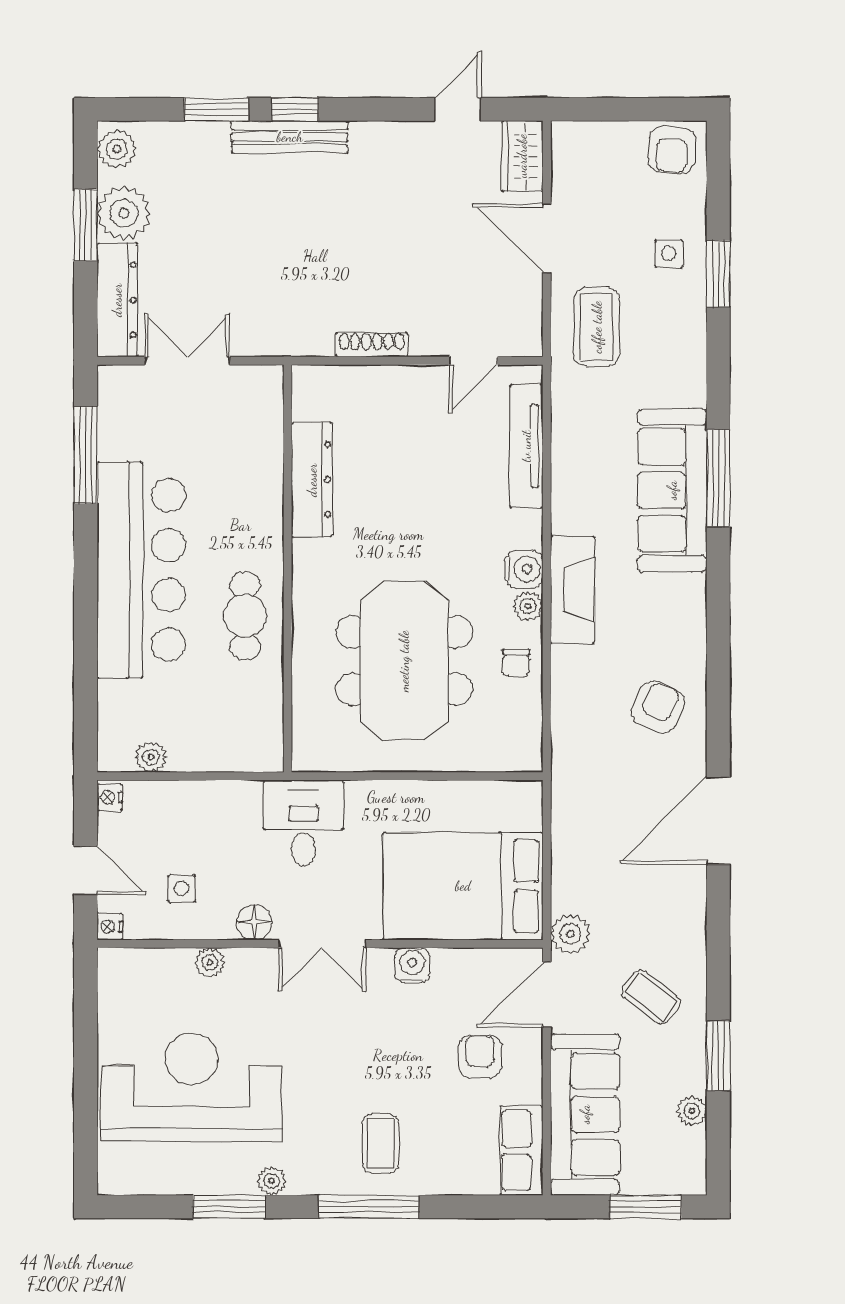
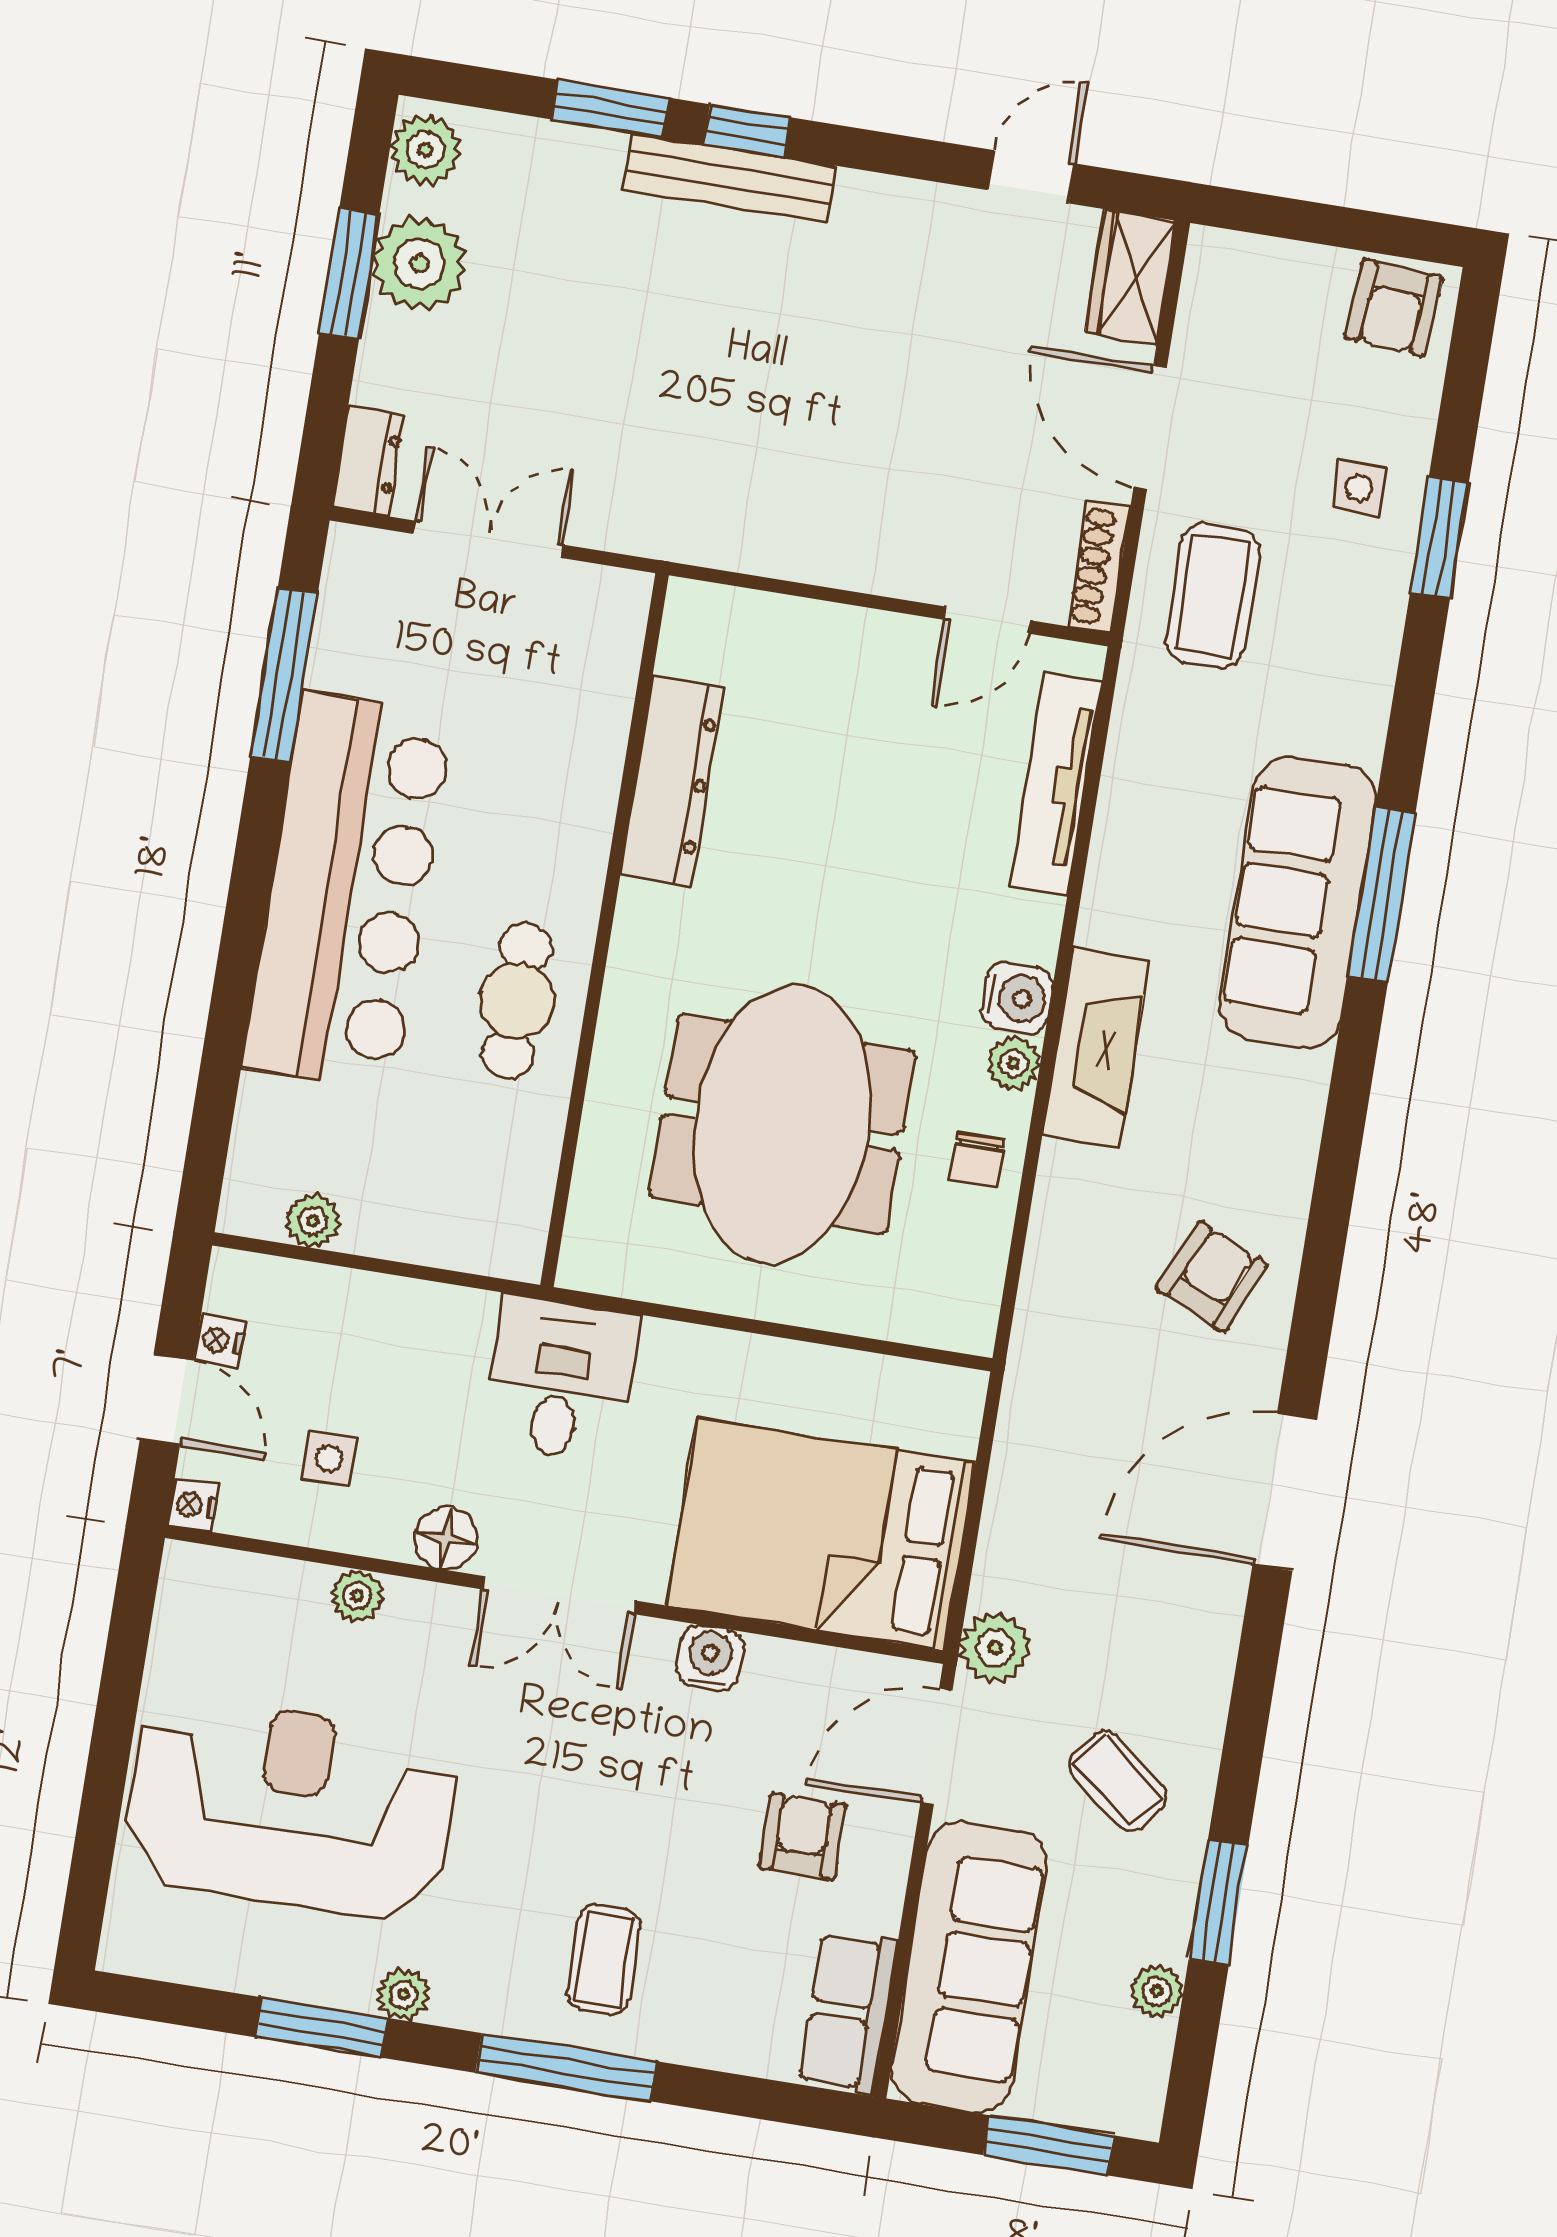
dresser: (117, 300) -> (368, 461), width x0.51, depth x0.80
shoe rack: (372, 345) -> (1099, 567), moved, turned -90
nightstand: (110, 797) -> (219, 1341), moved

